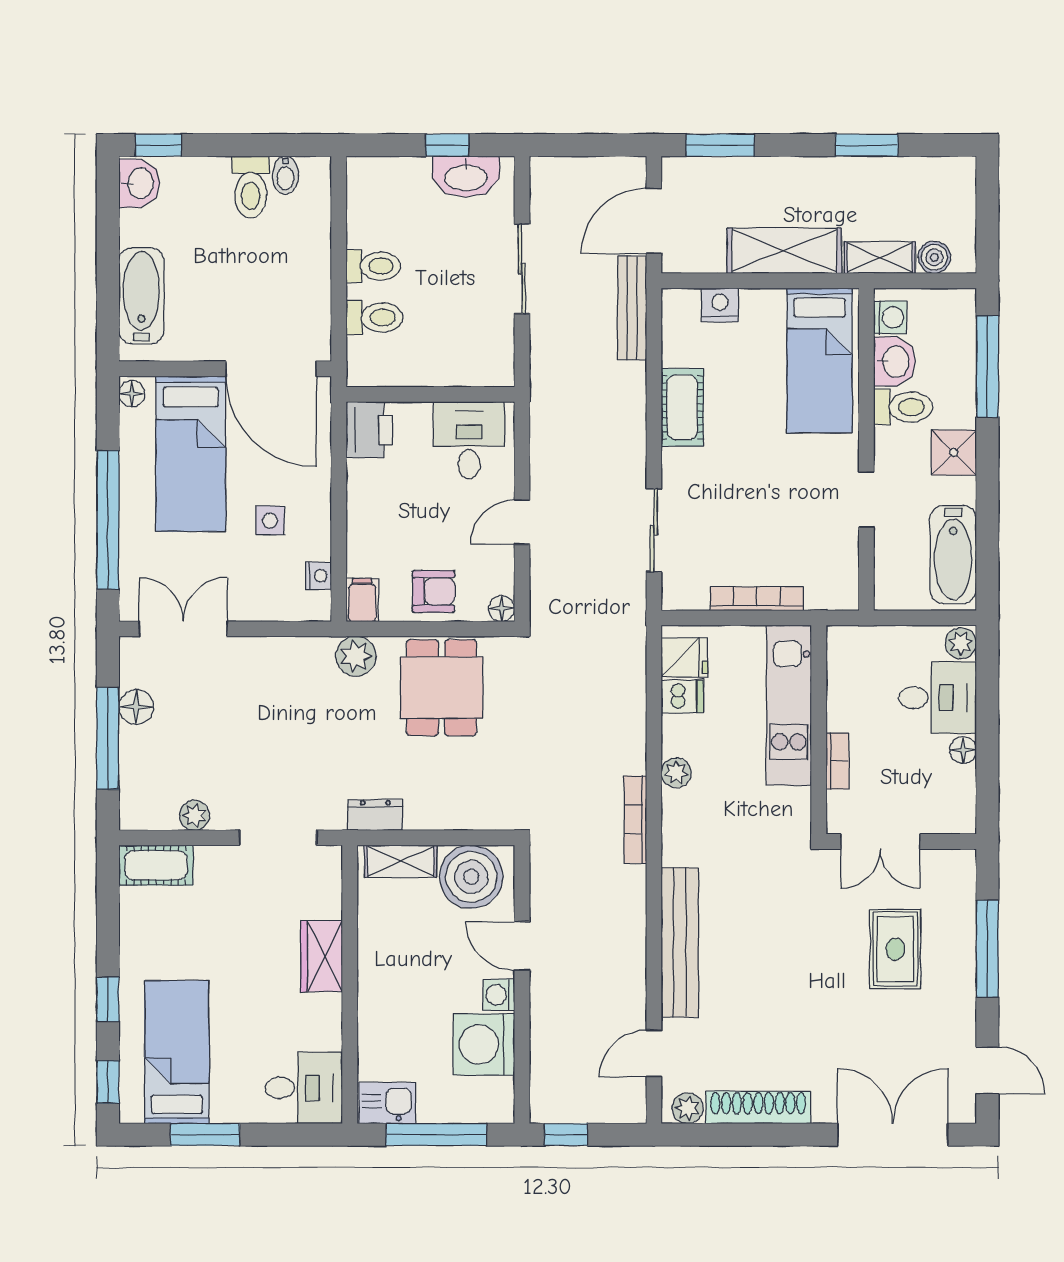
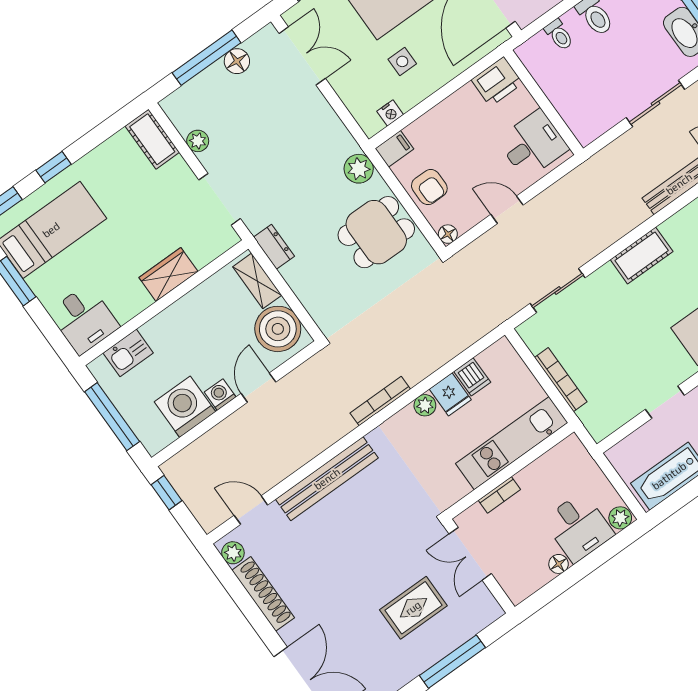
toilet: (375, 318) -> (559, 35), width x0.73, depth x0.72
fridge: (684, 657) -> (450, 394), moved
kitchen sink: (387, 1103) -> (128, 353), moved, turned 90

